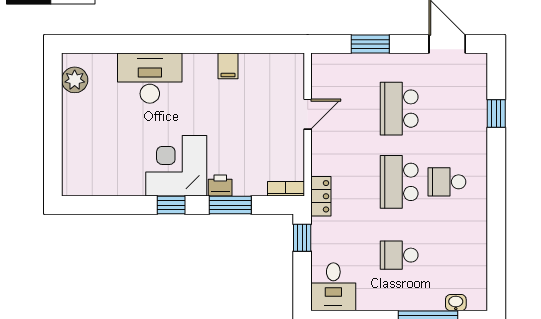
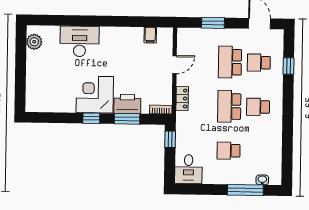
filing cabinet: (228, 66) -> (150, 35), moved
school desk: (447, 109) -> (259, 63), added
printer: (220, 185) -> (127, 104), width x1.87, depth x1.48
locker: (321, 196) -> (182, 98), moved

